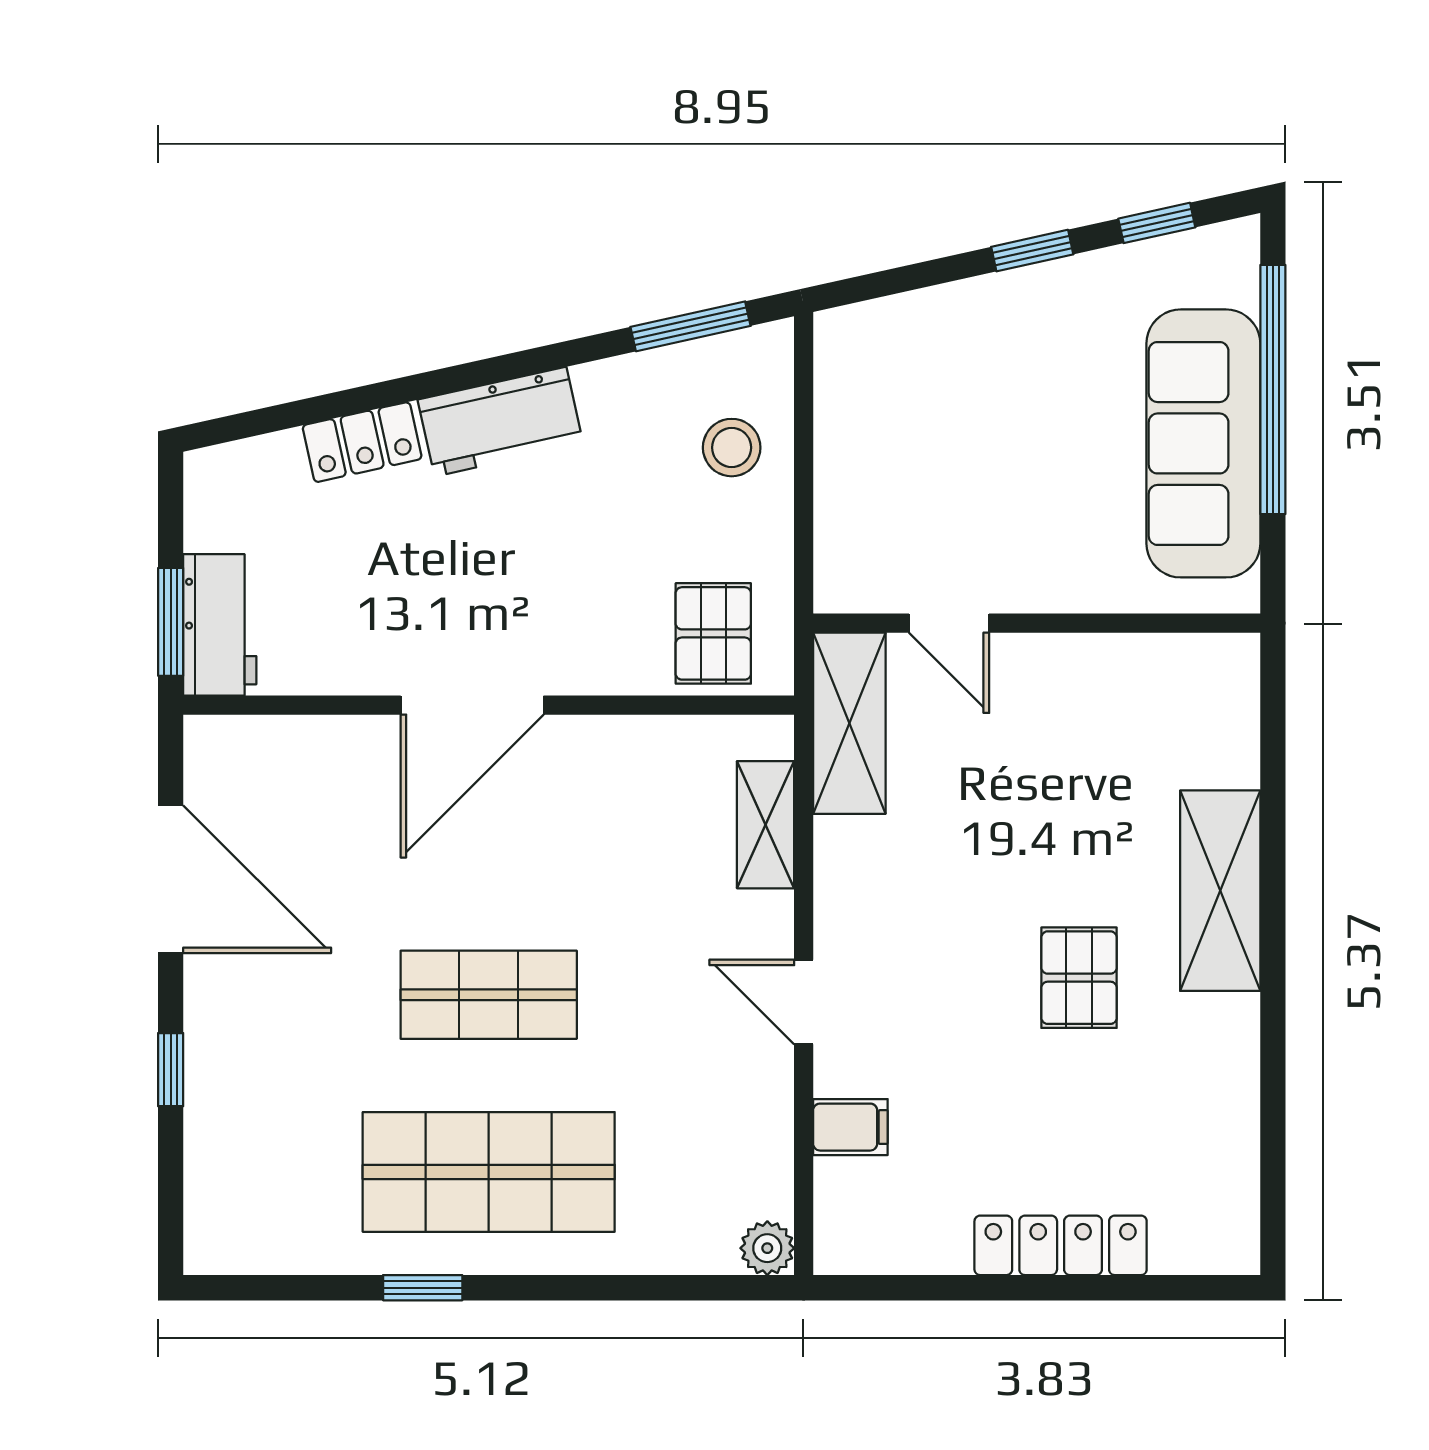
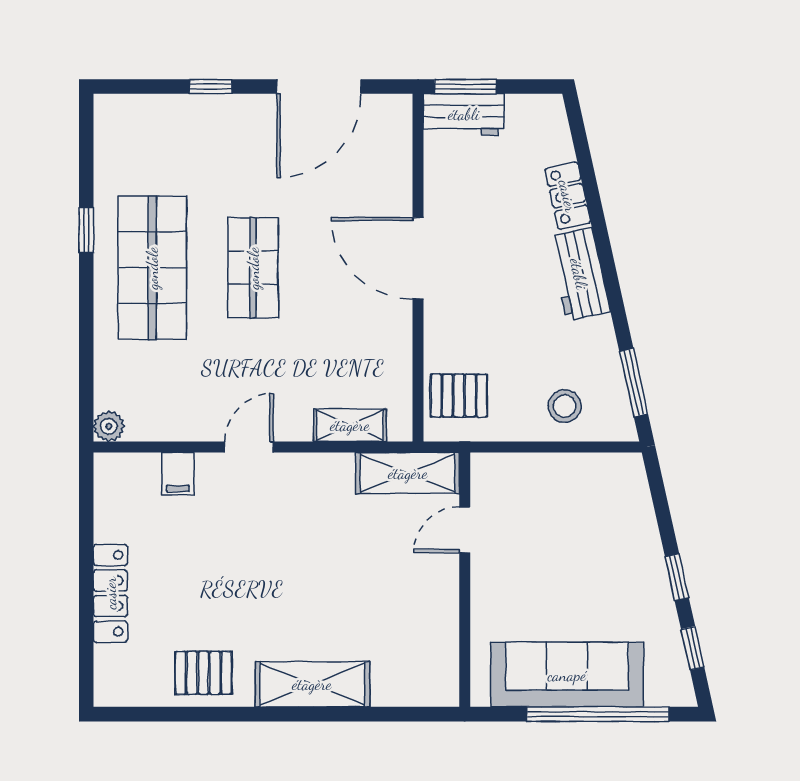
pallet: (1079, 978) -> (203, 673), moved

